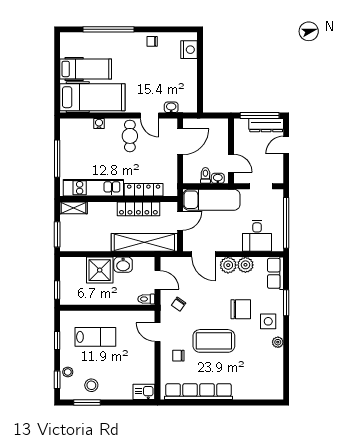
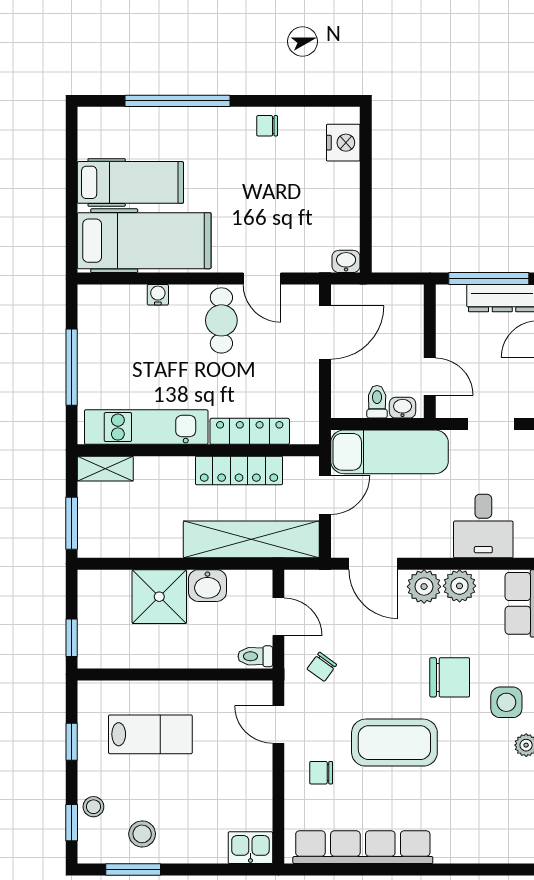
washbasin: (171, 107) -> (346, 261), moved

